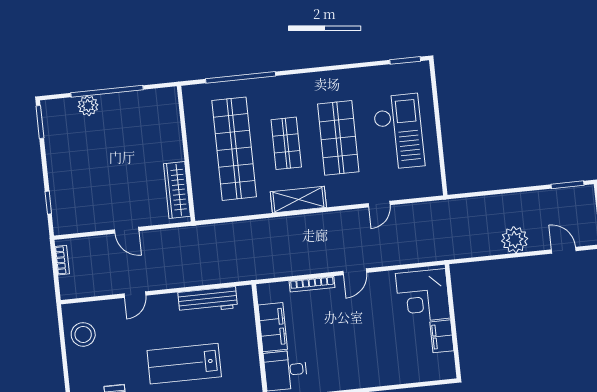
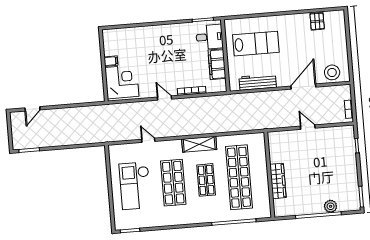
wardrobe: (177, 190) -> (278, 181), moved
door: (379, 204) -> (148, 140), hinge flipped
plant: (515, 240) -> (63, 116), removed
door: (564, 250) -> (32, 109), hinge flipped
door: (355, 272) -> (165, 98), hinge flipped
door: (135, 295) -> (303, 87), width x1.88
stool: (83, 334) -> (332, 72), moved
filing cabinet: (442, 336) -> (111, 61), width x0.50
lab bench: (184, 364) -> (256, 44), moved

